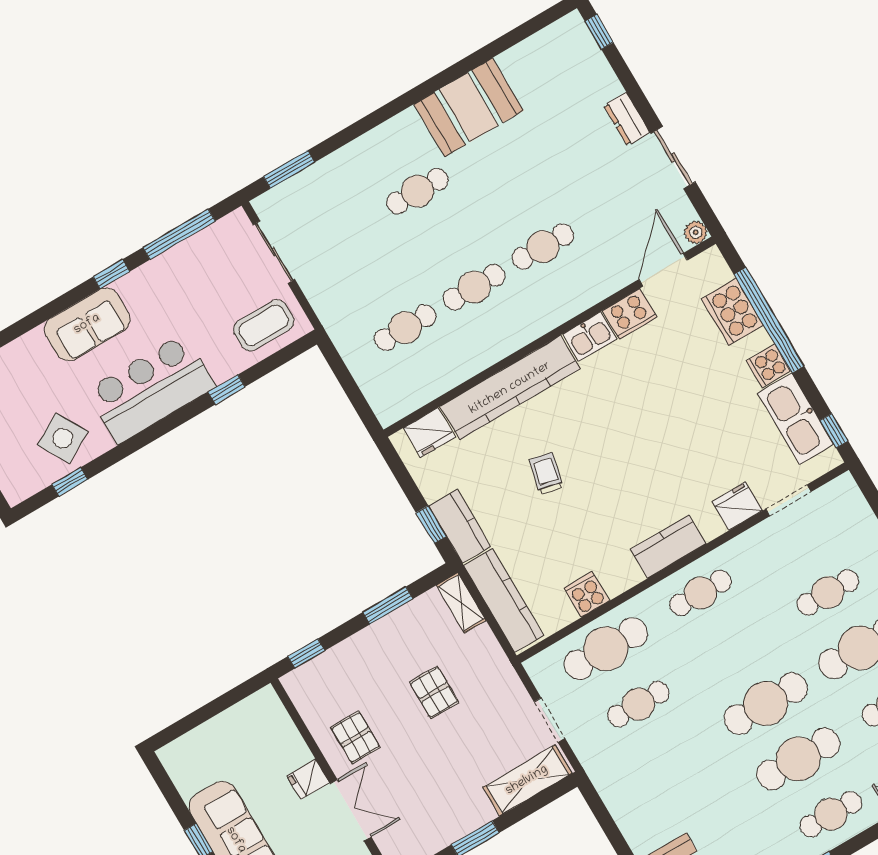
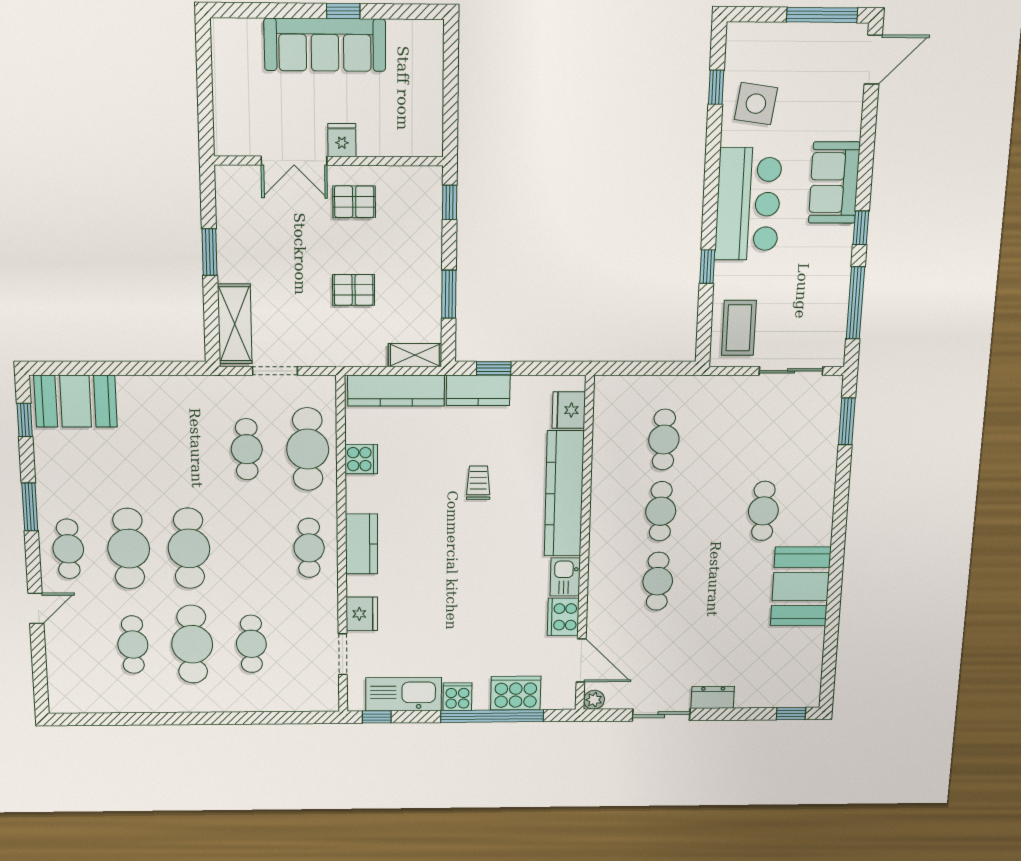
side table: (63, 438) -> (756, 104), turned 38
trolley: (546, 474) -> (478, 483), turned -103

